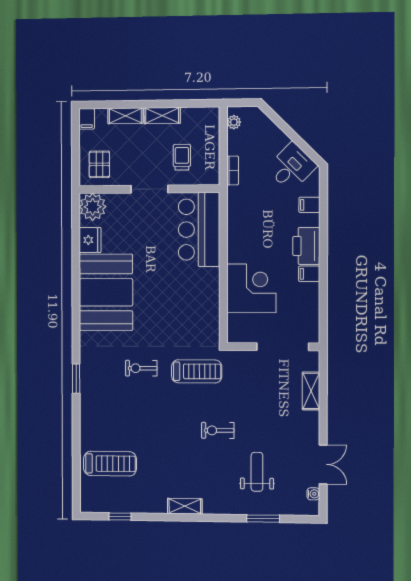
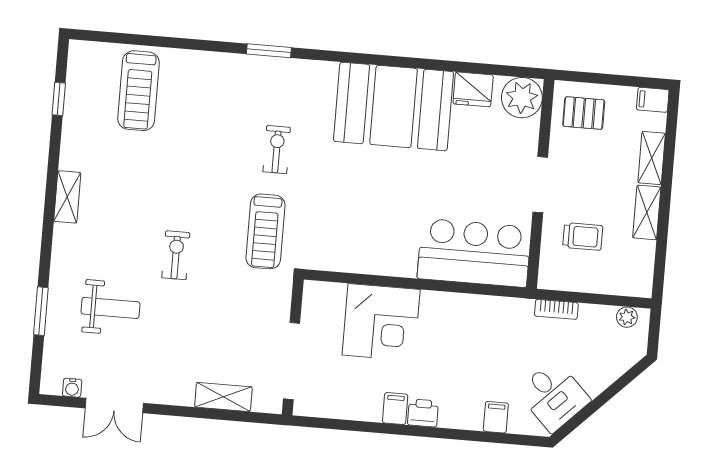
printer: (306, 246) -> (423, 413), width x0.53, depth x0.68

